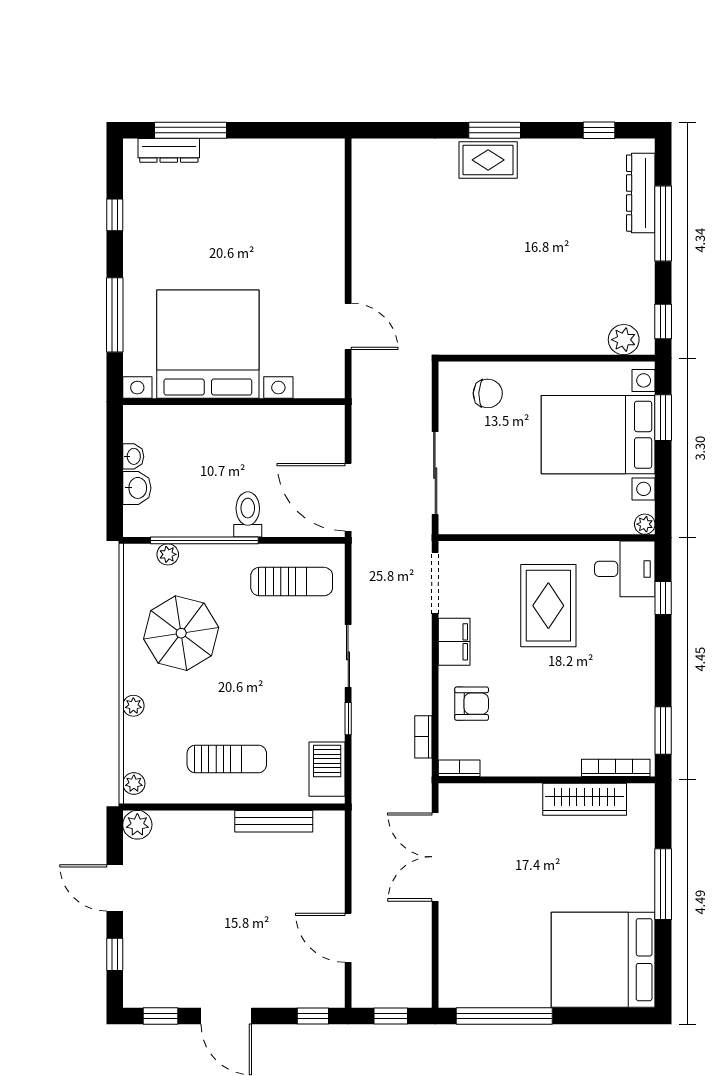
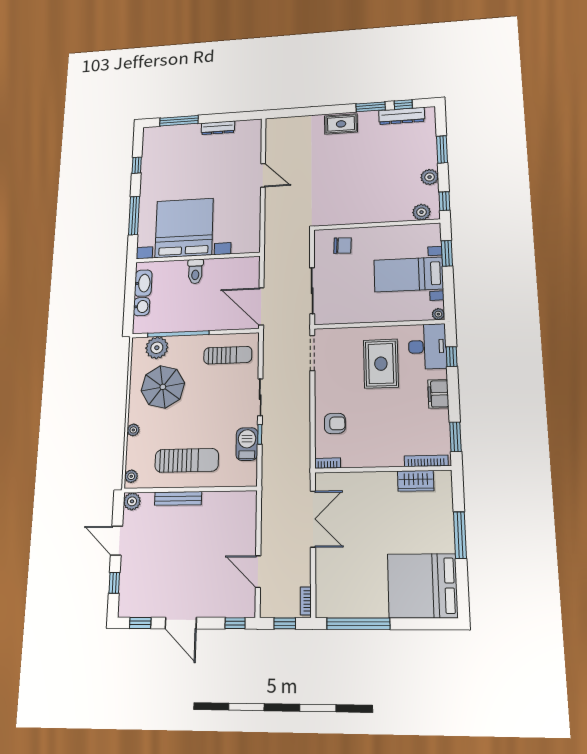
window: (495, 130) -> (371, 107), moved
dresser: (169, 150) -> (218, 128), moved
dresser: (641, 193) -> (402, 116), moved, turned -90
window: (663, 224) -> (442, 149), width x0.69
plant: (640, 275) -> (430, 177), added
door: (348, 326) -> (263, 175), moved
bed with nightstands: (598, 435) -> (409, 274), width x0.73
washbasin: (133, 456) -> (143, 283), width x1.91, depth x1.45
toilet: (248, 514) -> (195, 271), moved, turned 180
plant: (168, 554) -> (157, 348), width x1.88, depth x1.88
desk: (625, 569) -> (427, 347), width x1.37
filing cabinet: (454, 642) -> (438, 394), moved, turned 180
bookcase: (423, 737) -> (306, 601), moved
sun lounger: (227, 759) -> (187, 460), width x1.36, depth x1.34
barbecue: (327, 769) -> (247, 444), moved
wardrobe: (585, 799) -> (416, 481), width x0.67
bench: (274, 821) -> (178, 498), moved
double door: (435, 857) -> (313, 519), swing flipped

